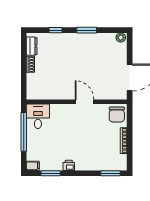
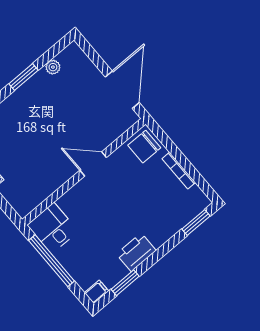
plant: (121, 38) -> (53, 67), moved
chair: (117, 115) -> (144, 147), turned 90
printer: (69, 165) -> (136, 252), width x1.87, depth x1.48

